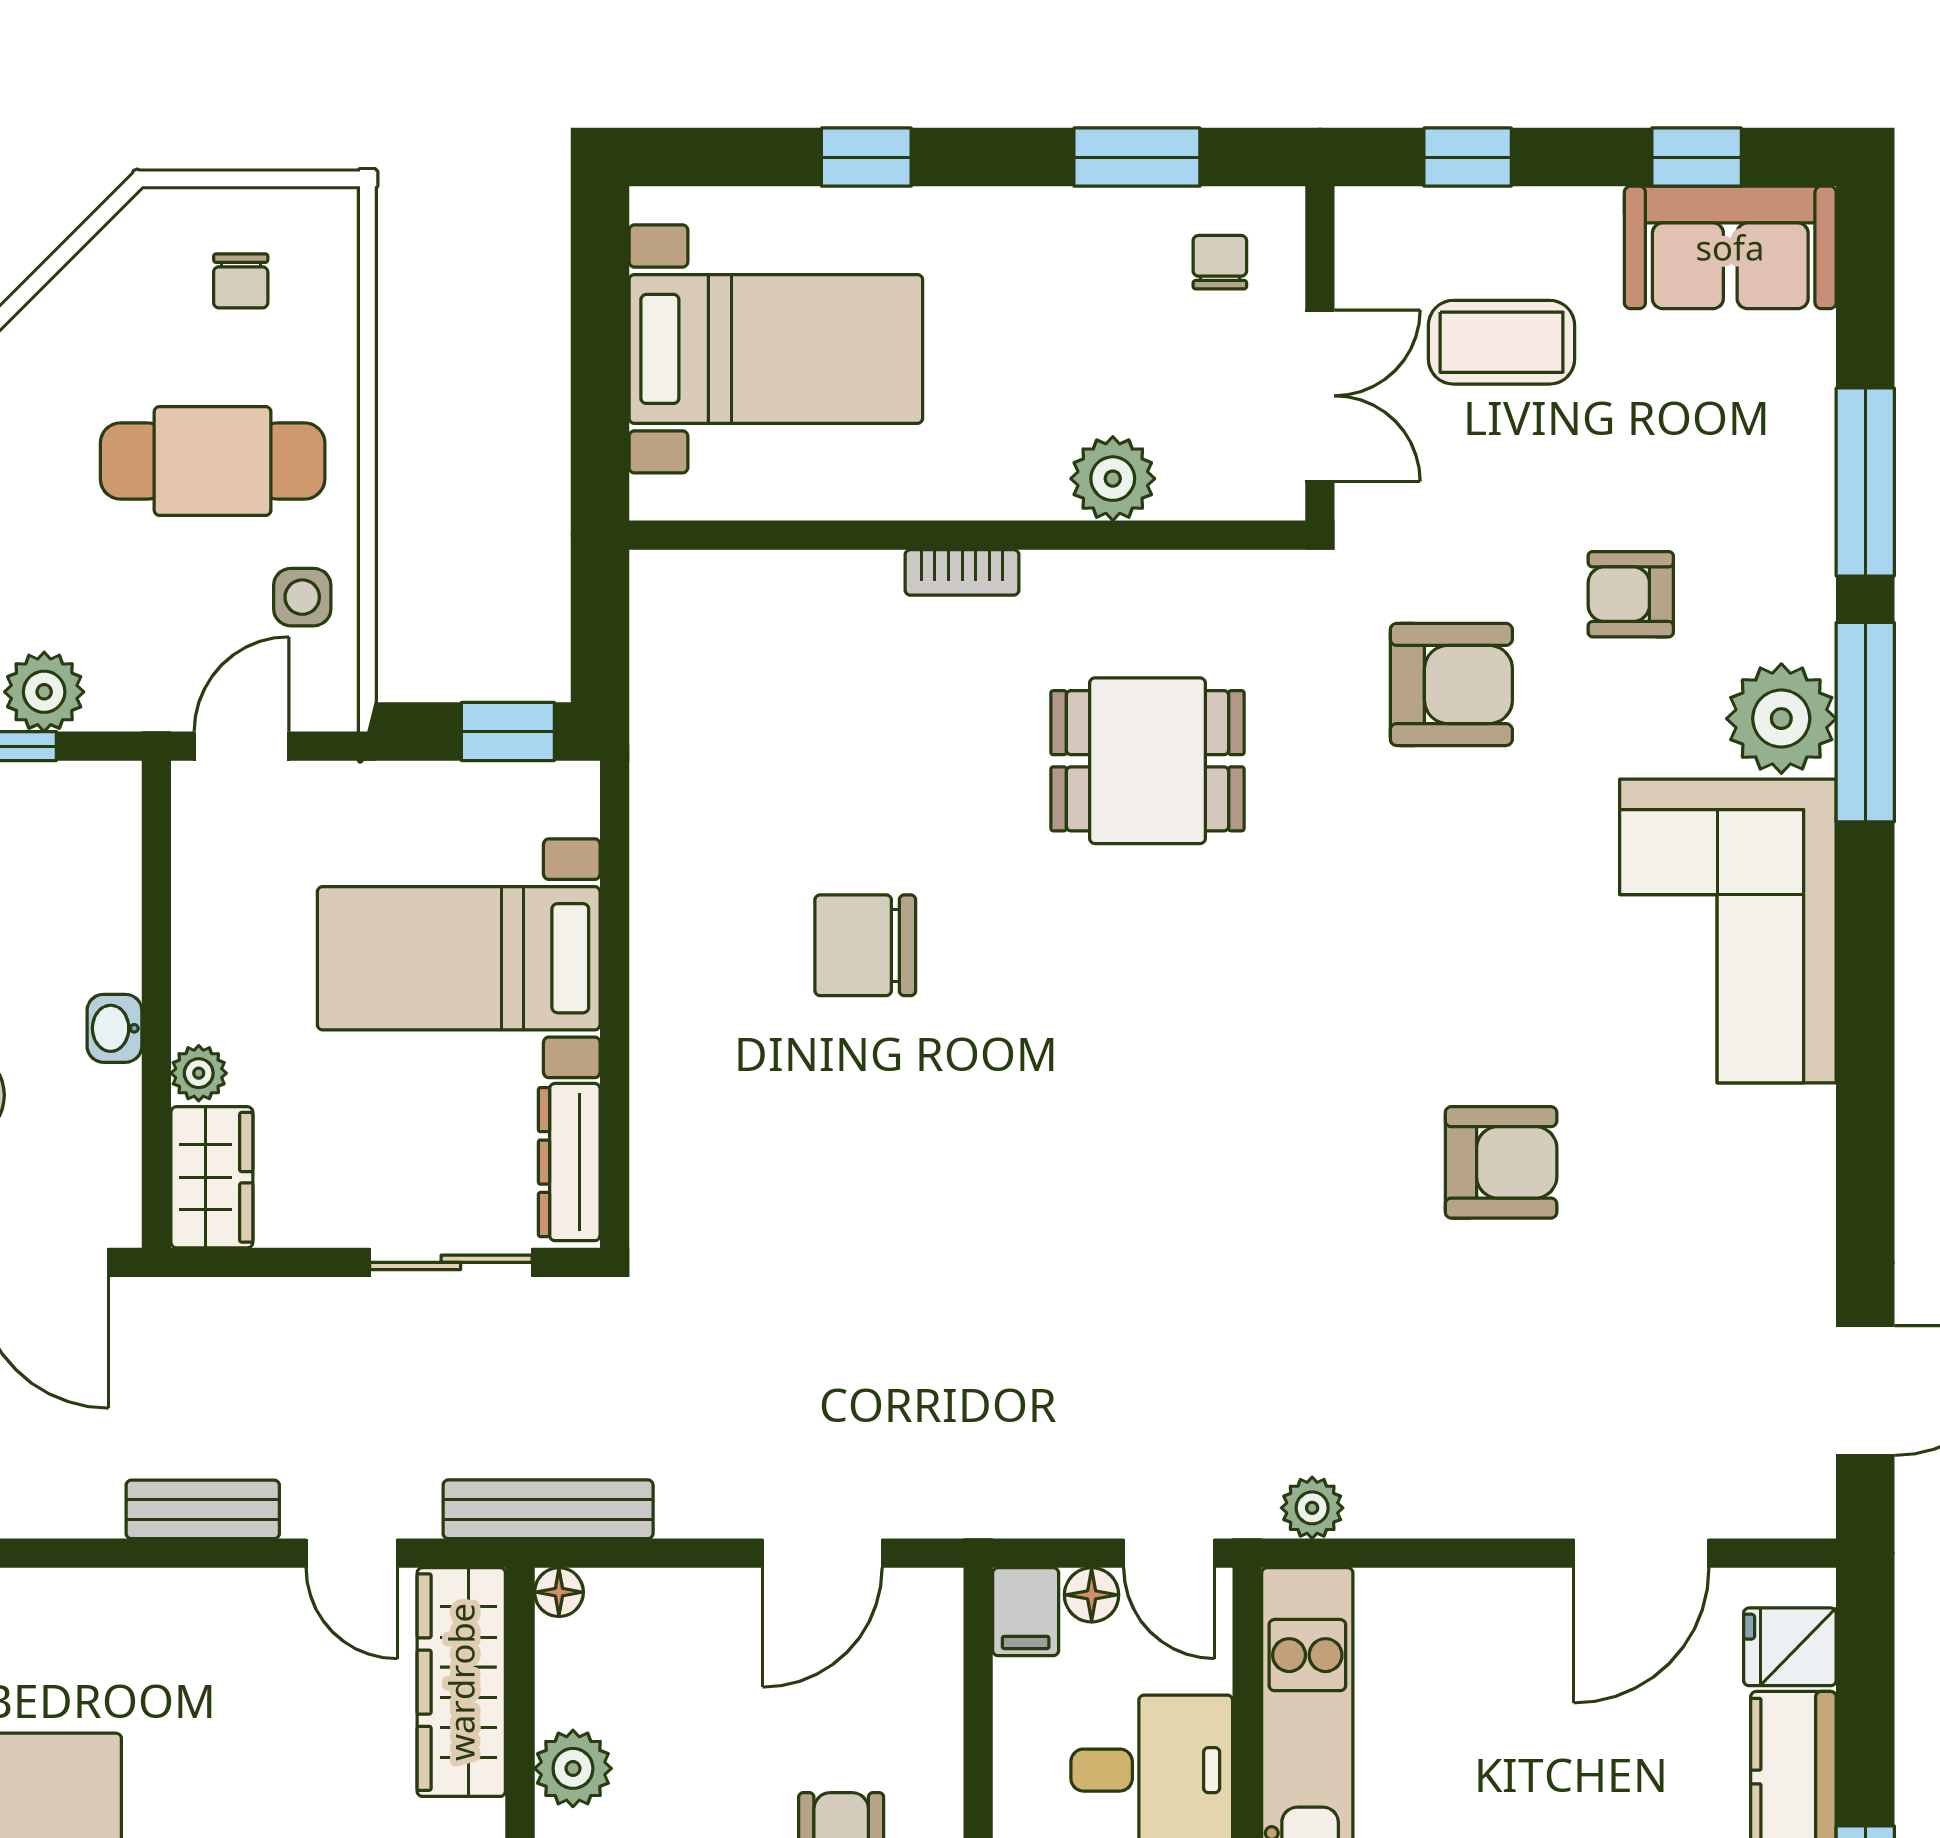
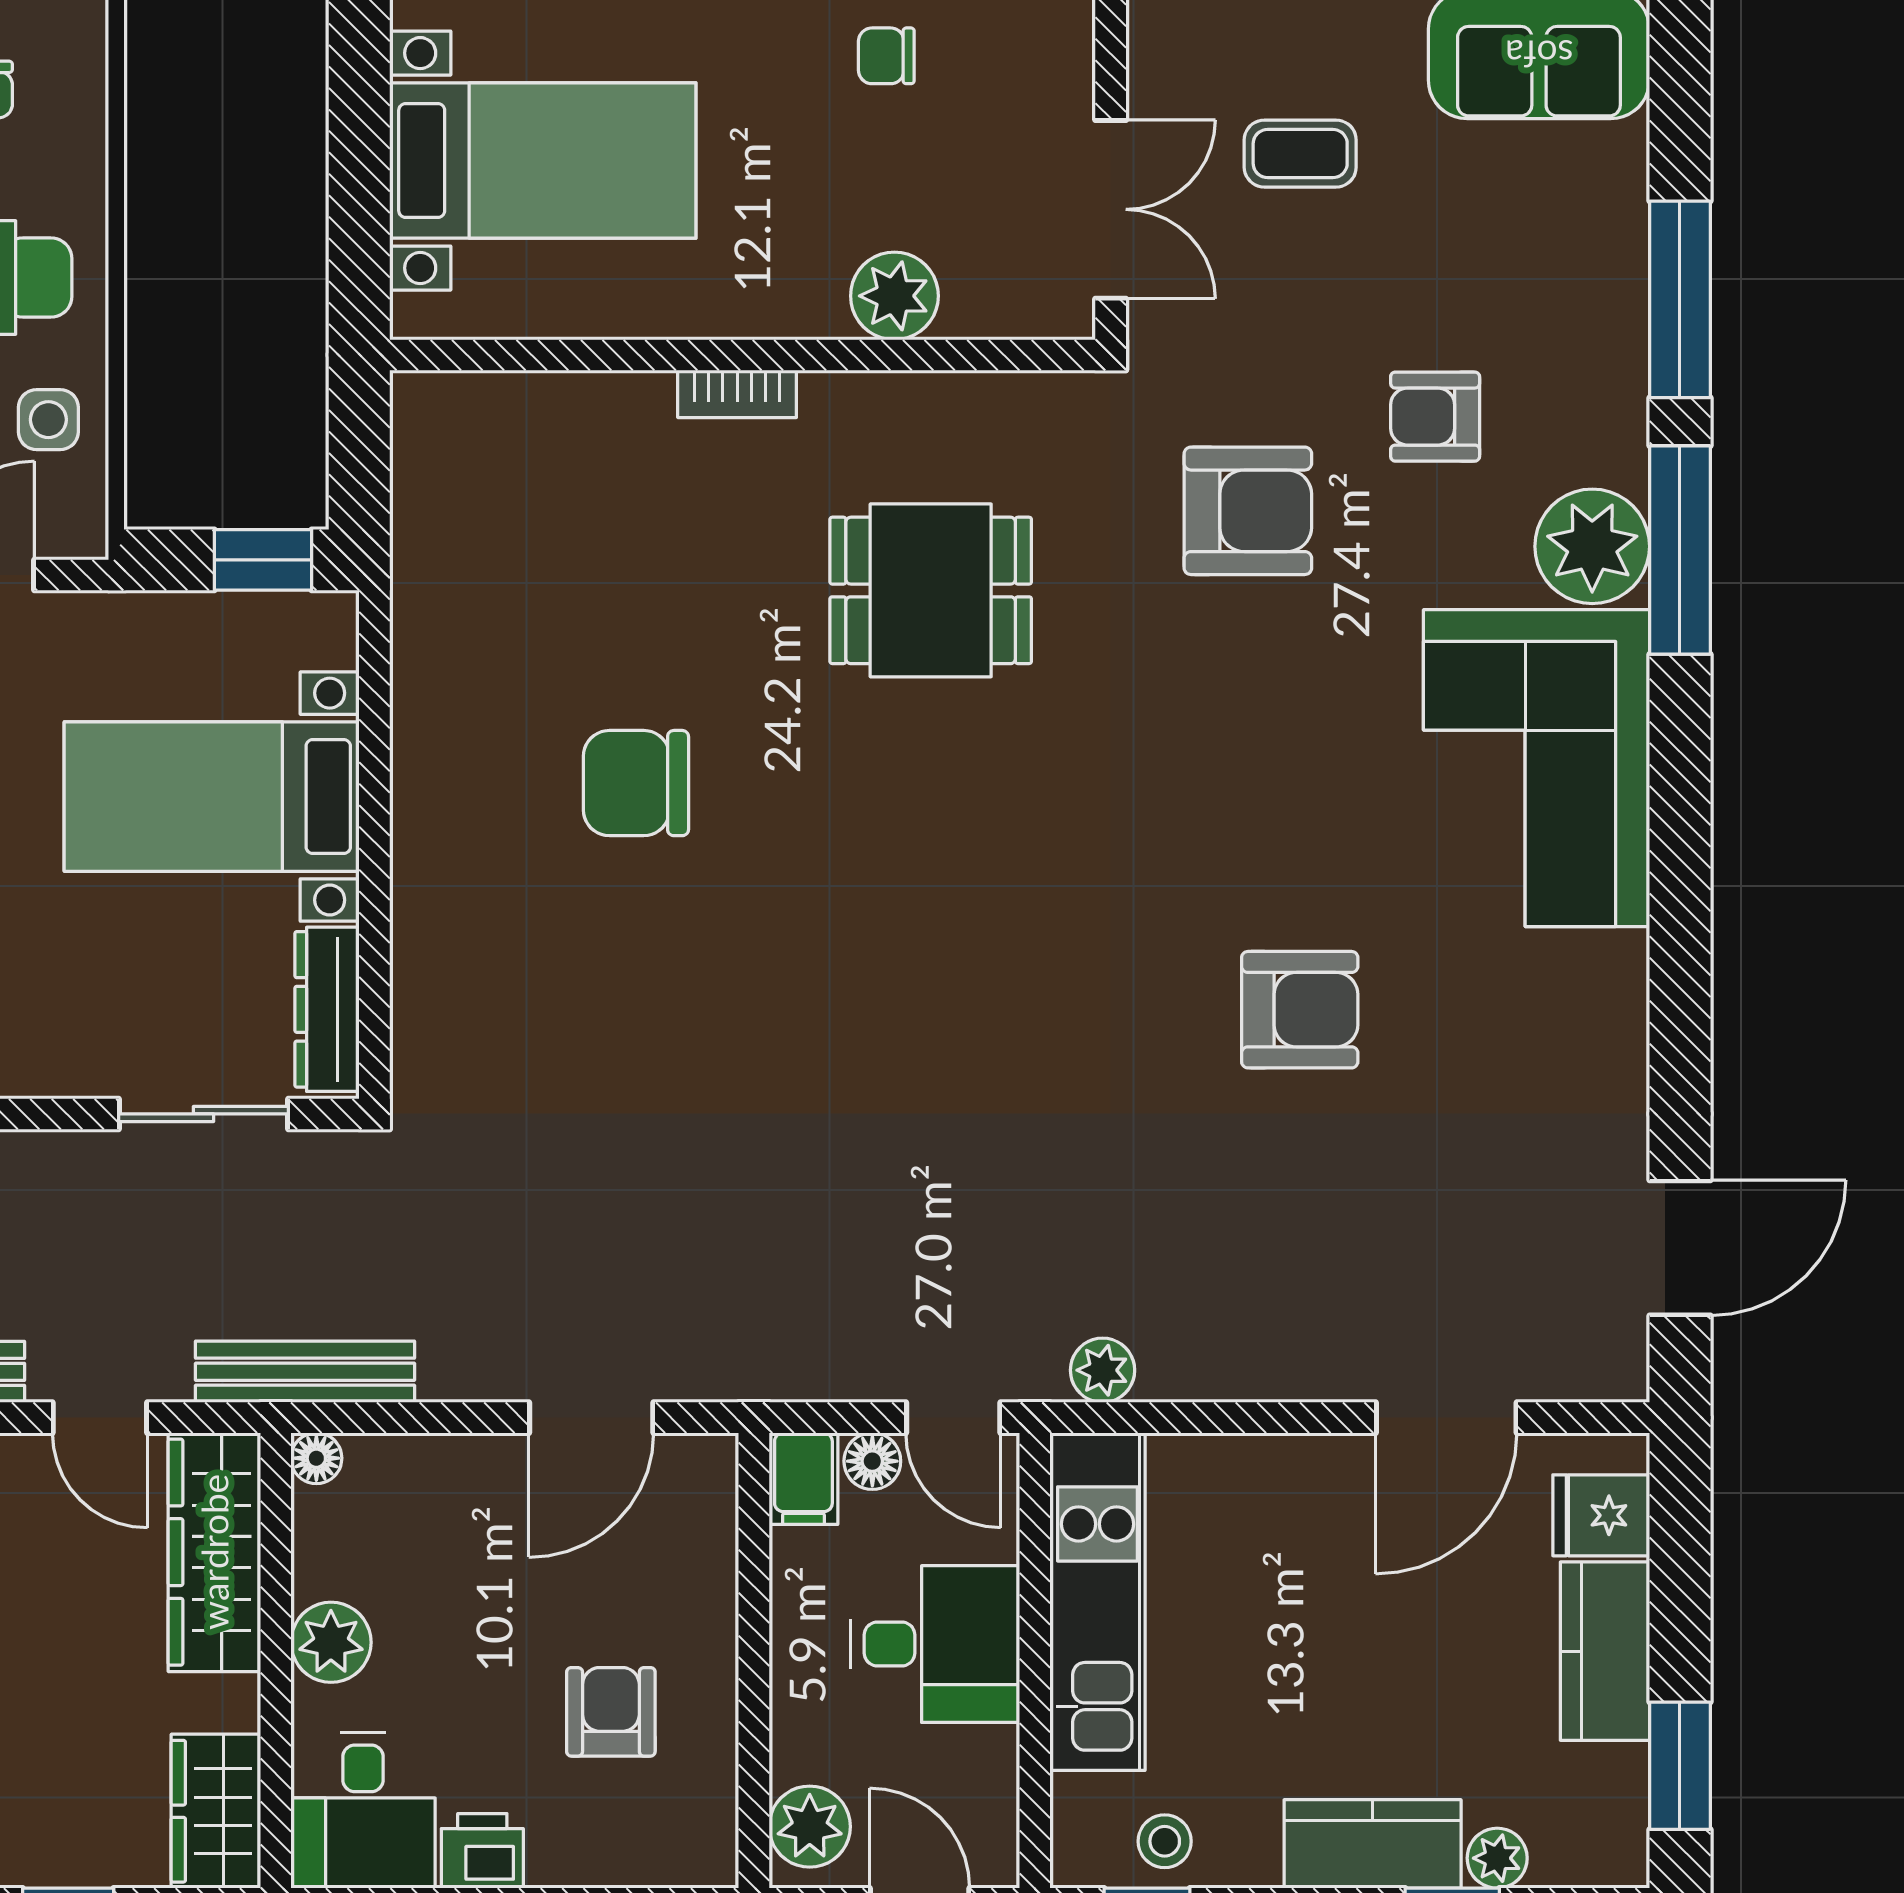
chair: (1220, 262) -> (886, 56), moved, turned -90
coffee table: (1501, 342) -> (1300, 154), width x0.73, depth x0.77

